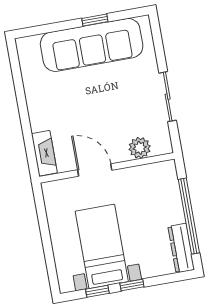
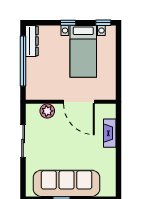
fireplace: (44, 153) -> (110, 133), moved
door: (95, 170) -> (79, 102), width x1.36
window: (97, 291) -> (103, 23), moved

